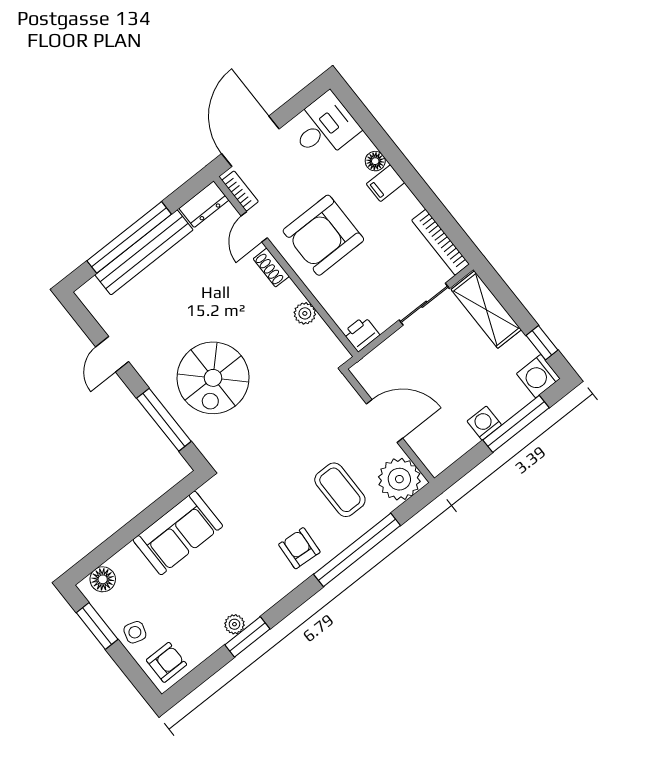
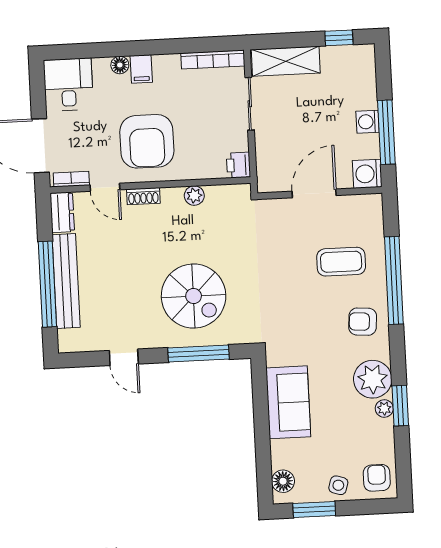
washing machine: (538, 376) -> (367, 174), moved, turned 90
window: (516, 424) -> (386, 132), moved
plant: (399, 479) -> (373, 379), moved

